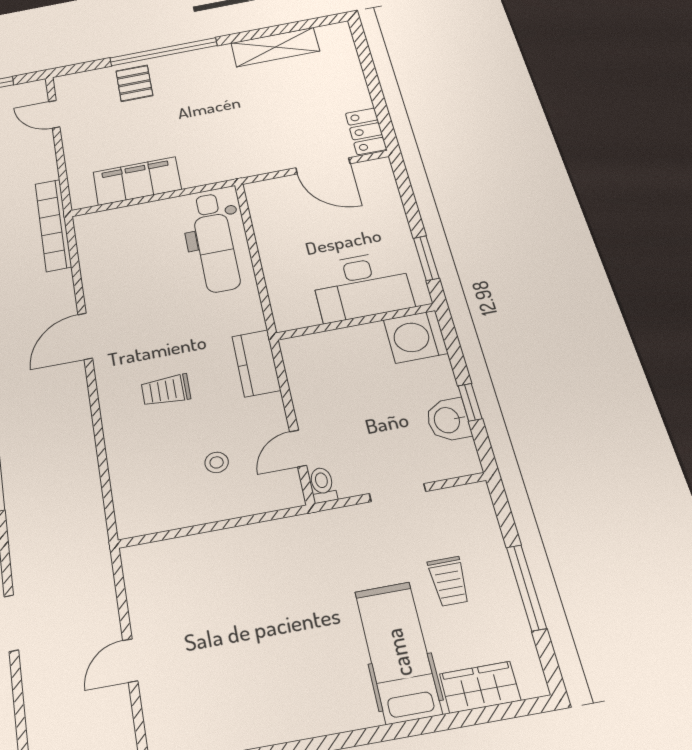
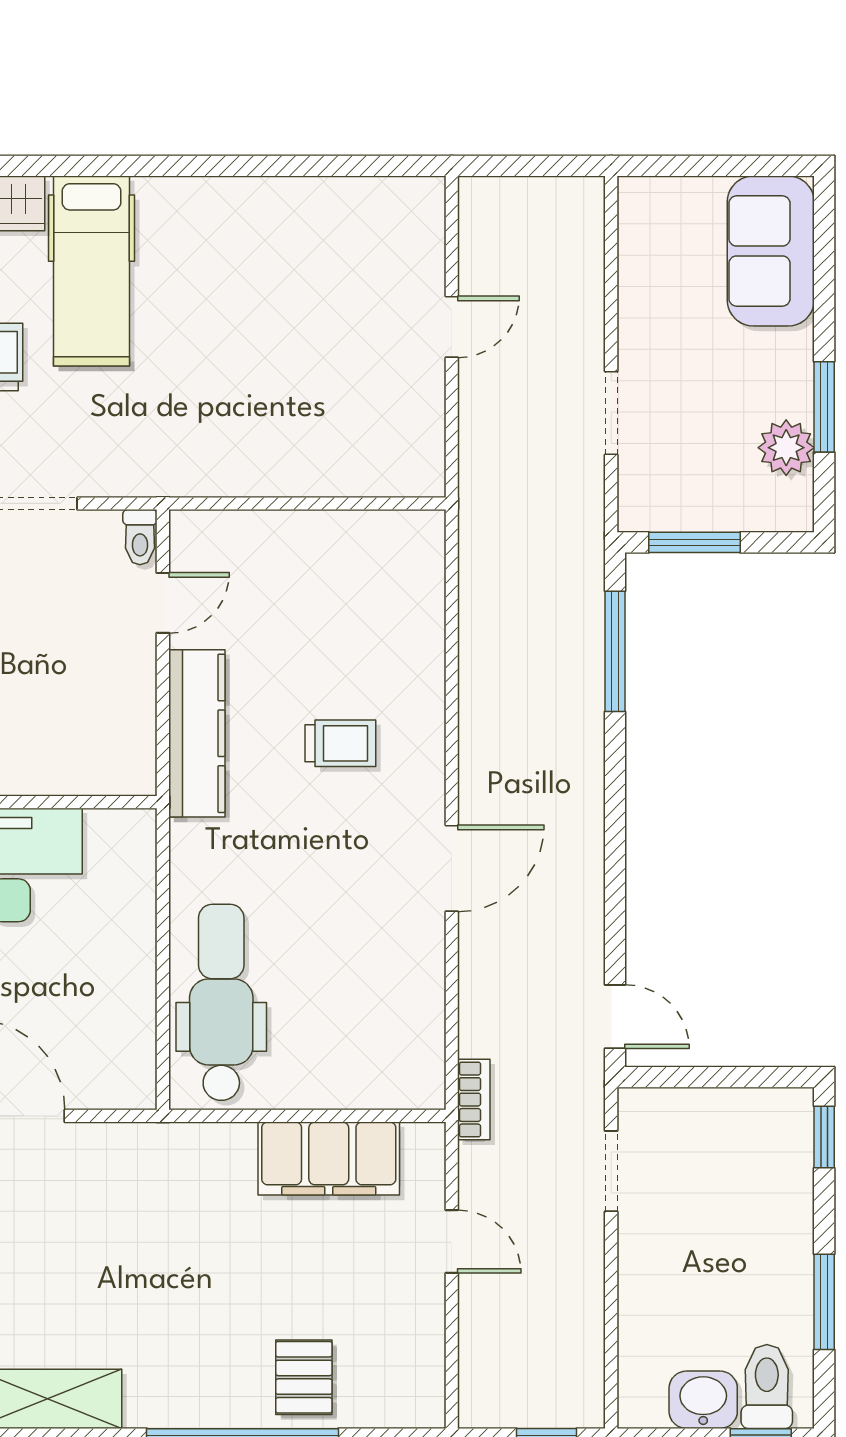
door: (54, 114) -> (452, 1242), moved
bookcase: (53, 225) -> (474, 1100), width x0.43, depth x0.76
kitchen counter: (256, 363) -> (197, 733), width x1.50
stool: (217, 462) -> (285, 605), removed

